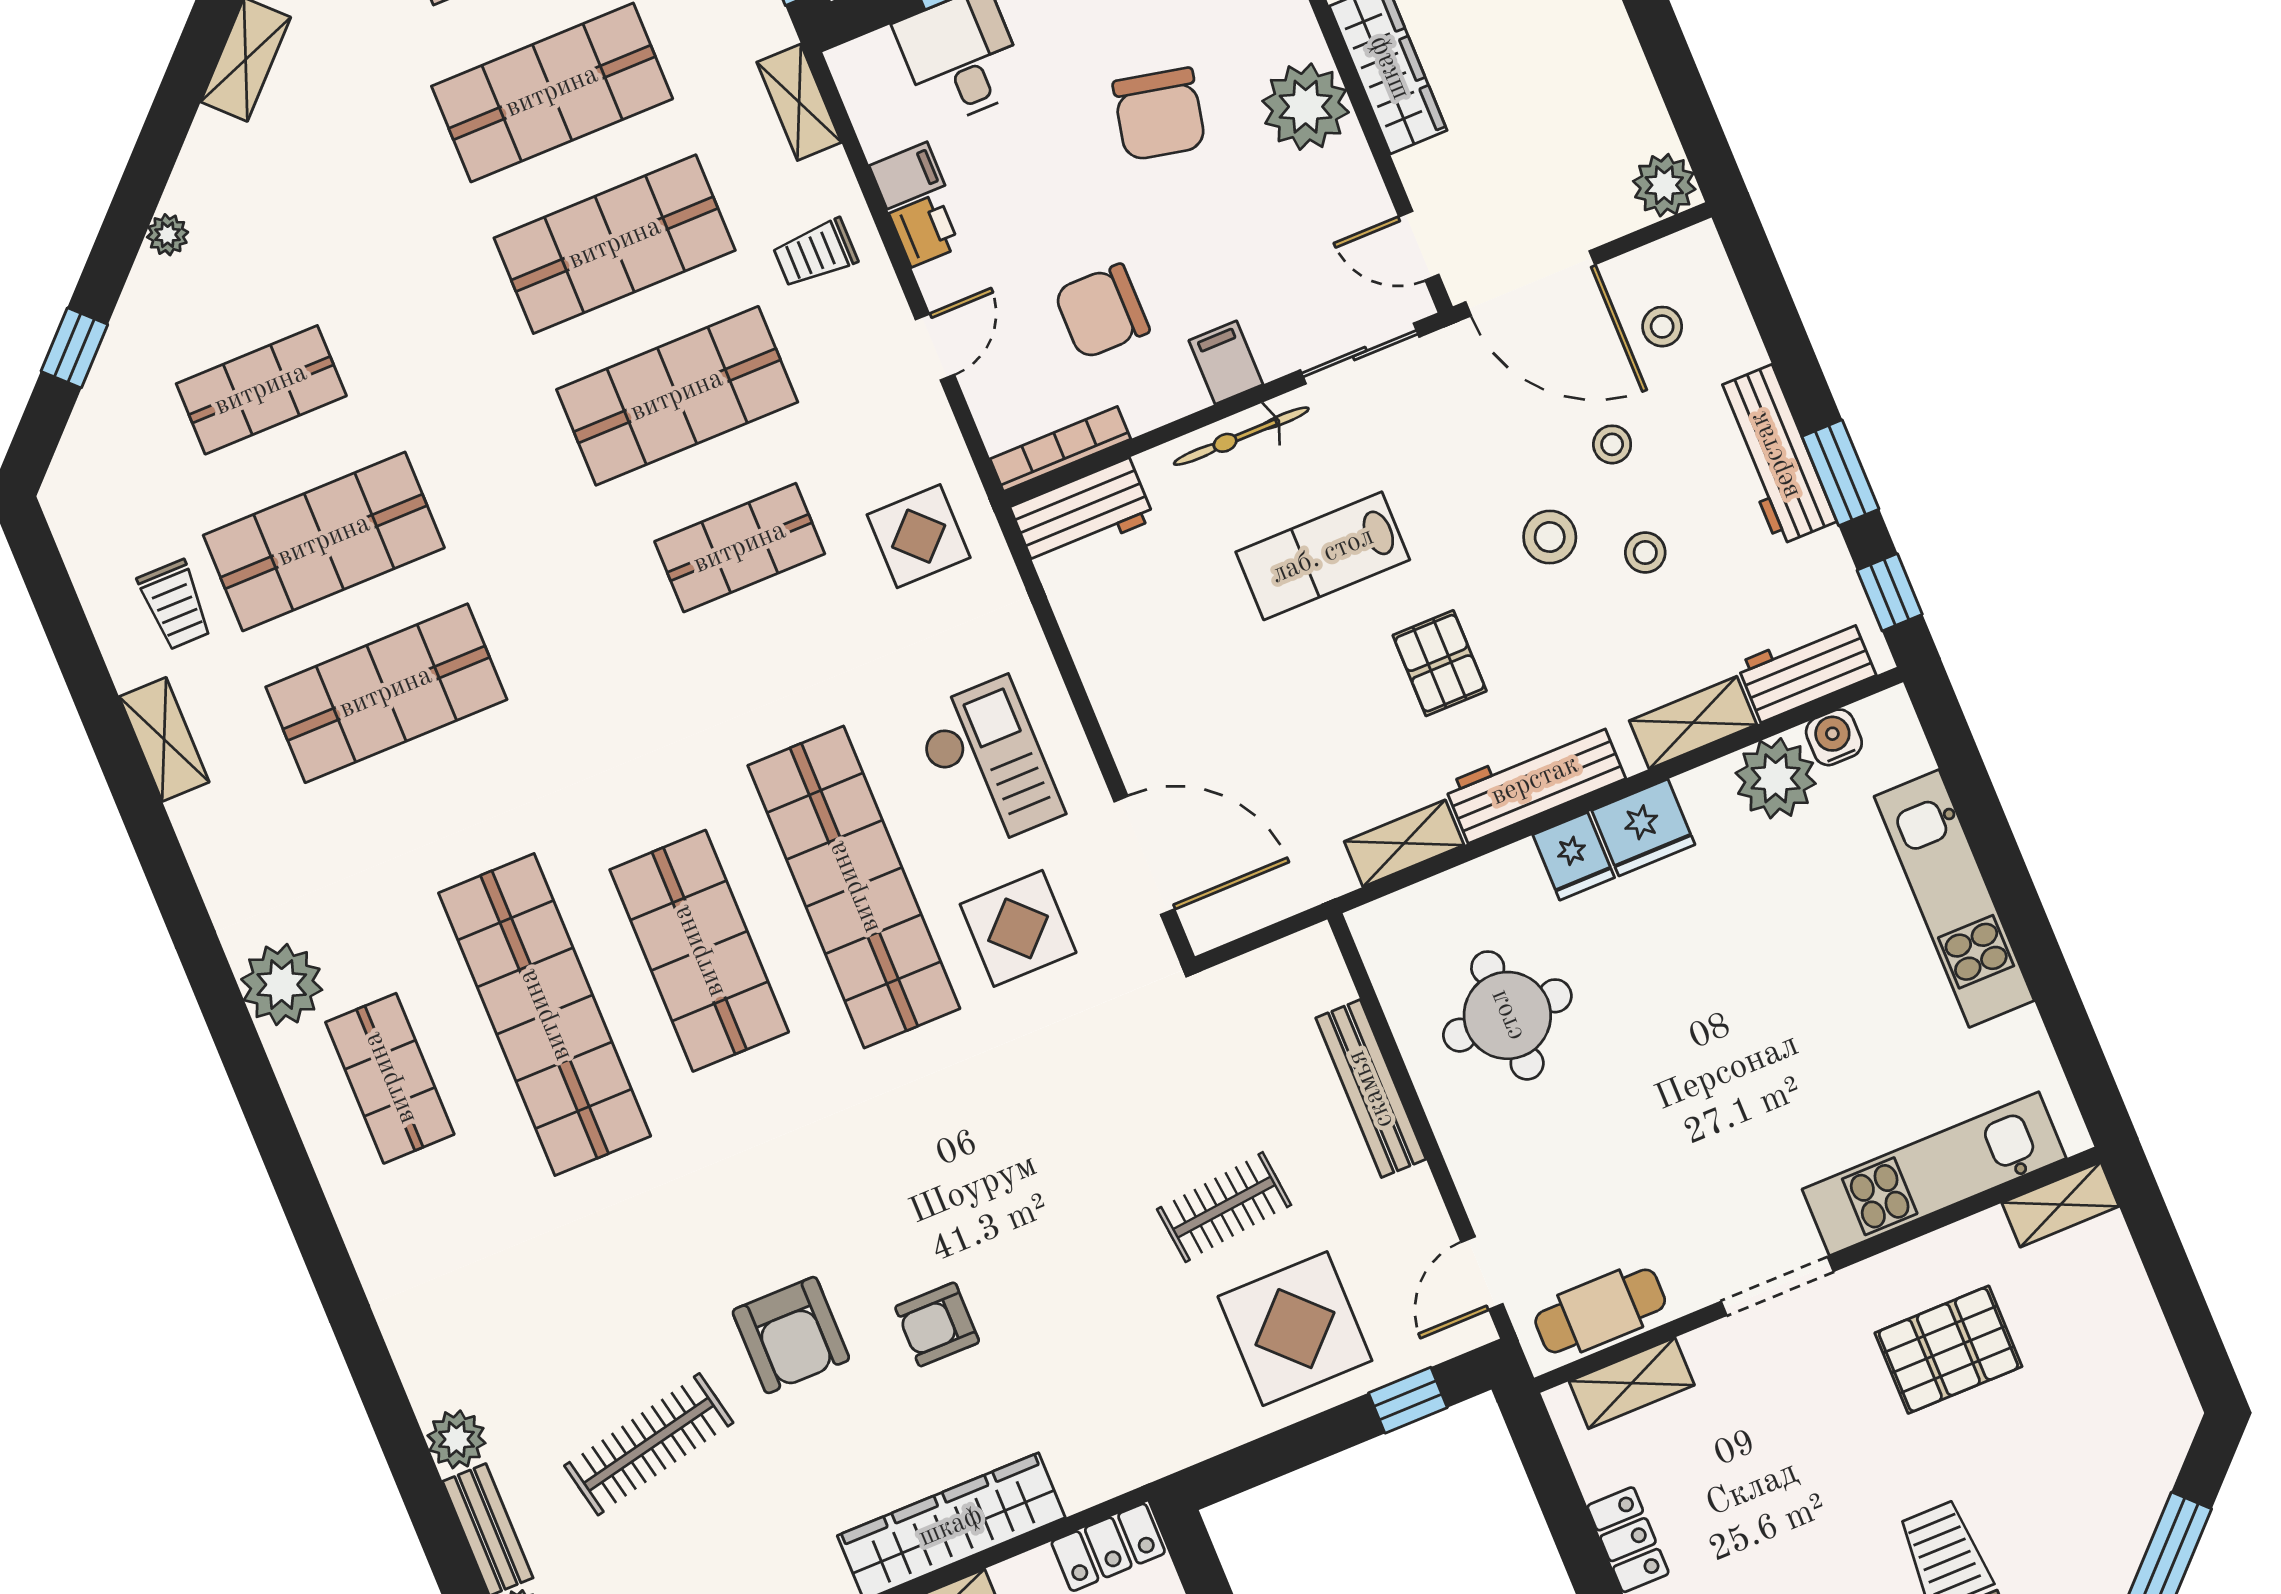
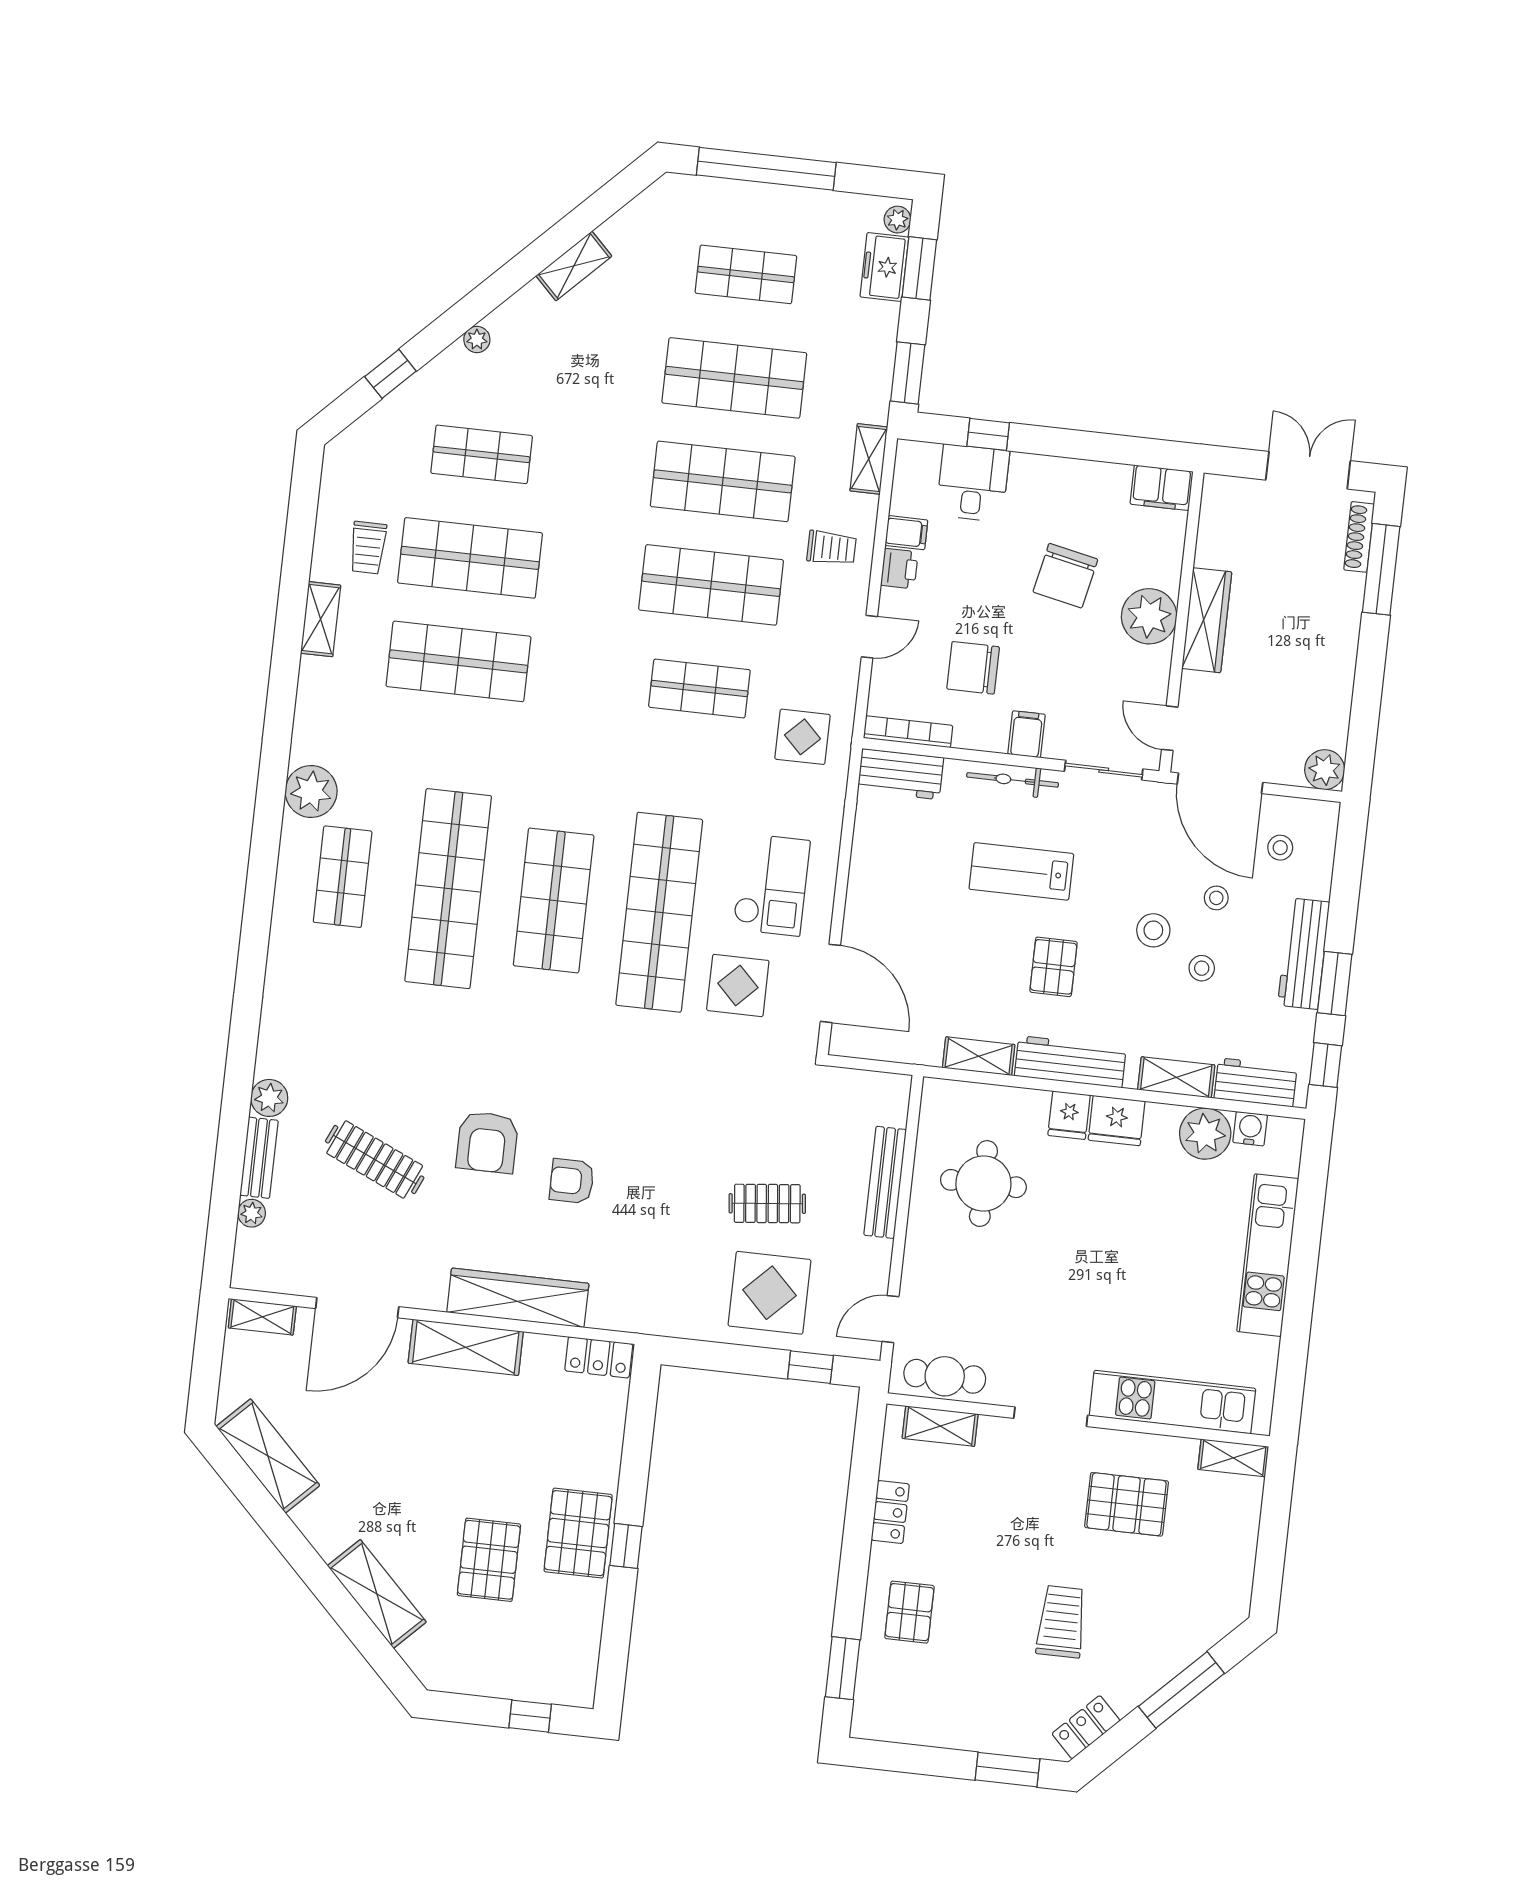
trolley: (815, 253) -> (832, 548), turned 180
clothes rail: (649, 1444) -> (375, 1159), turned 36

